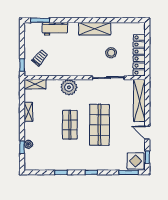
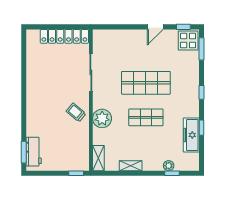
workbench: (55, 29) -> (34, 152), moved
shelving: (95, 29) -> (34, 88), removed
stool: (111, 53) -> (62, 69), removed
trolley: (40, 58) -> (76, 112), moved
shelving: (139, 100) -> (117, 36), removed
freezer: (55, 164) -> (191, 135), added

